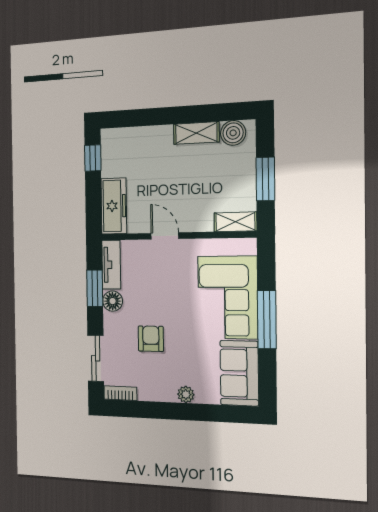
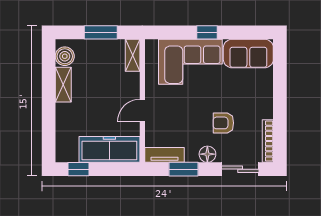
freezer: (114, 206) -> (109, 149), width x1.36, depth x1.26
floor lamp: (113, 301) -> (207, 154), moved
window: (267, 320) -> (207, 32), width x0.46
bookcase: (120, 393) -> (268, 141), width x1.56
plant: (186, 394) -> (266, 95), removed

